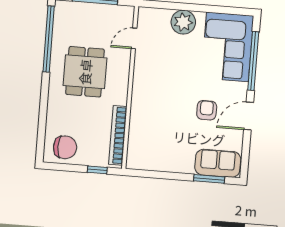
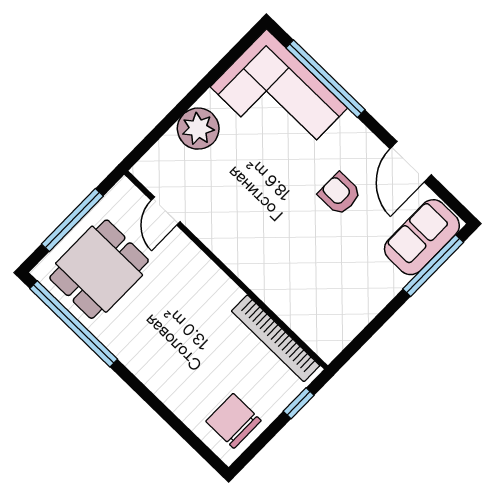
dining table: (85, 72) -> (99, 269), moved, turned 90
door: (249, 116) -> (411, 162), moved
chair: (65, 147) -> (233, 421), turned -90
window: (209, 179) -> (433, 266), width x1.44

